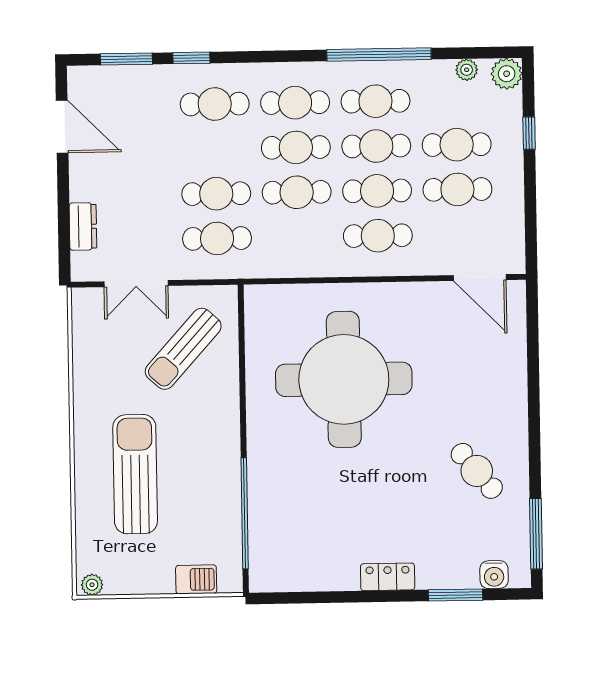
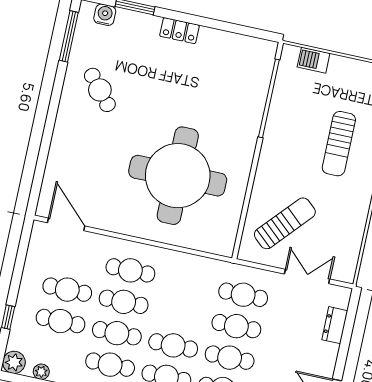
cafe table: (297, 192) -> (230, 358), moved
sun lounger: (135, 474) -> (339, 144), width x0.73, depth x0.75

